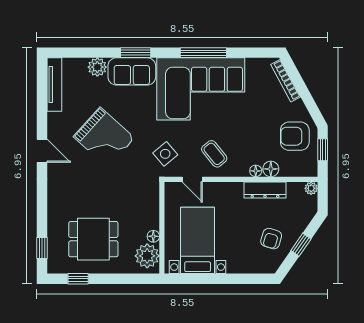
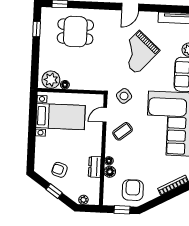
plant: (311, 188) -> (83, 200), moved
dresser: (265, 190) -> (95, 167), width x0.70
dining table: (93, 239) -> (75, 32), moved, turned 90

